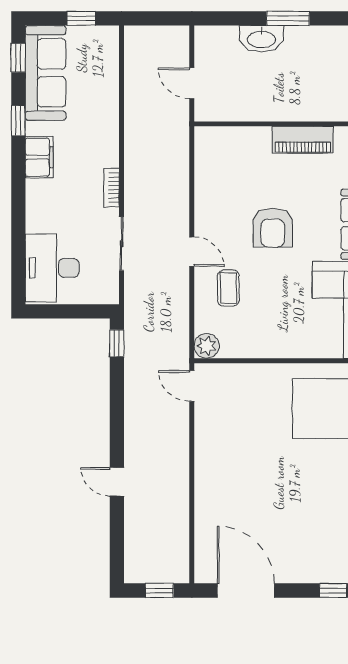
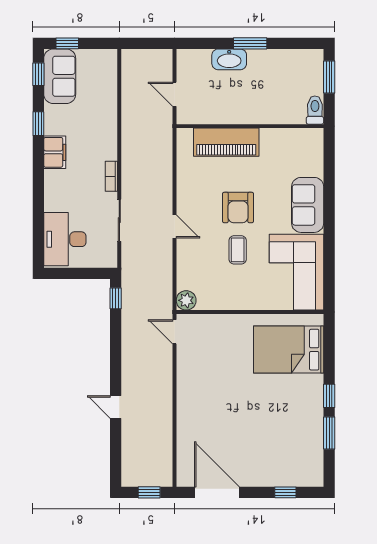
window: (81, 18) -> (67, 43), moved
sofa: (46, 73) -> (60, 76), width x0.73
piano: (303, 140) -> (226, 142), moved, width x1.37, depth x1.33
coffee table: (228, 288) -> (238, 250), moved

